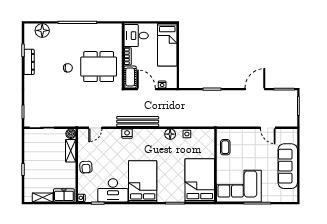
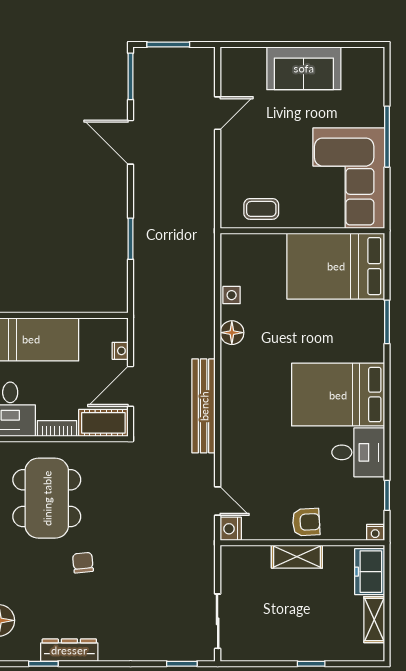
dining table: (99, 67) -> (47, 498), moved
boiler: (71, 134) -> (231, 556), removed
nightstand: (127, 134) -> (231, 529), moved
shelving: (71, 151) -> (297, 557), moved
sofa: (288, 166) -> (304, 68), width x0.73
desk: (113, 190) -> (358, 452), width x0.73

